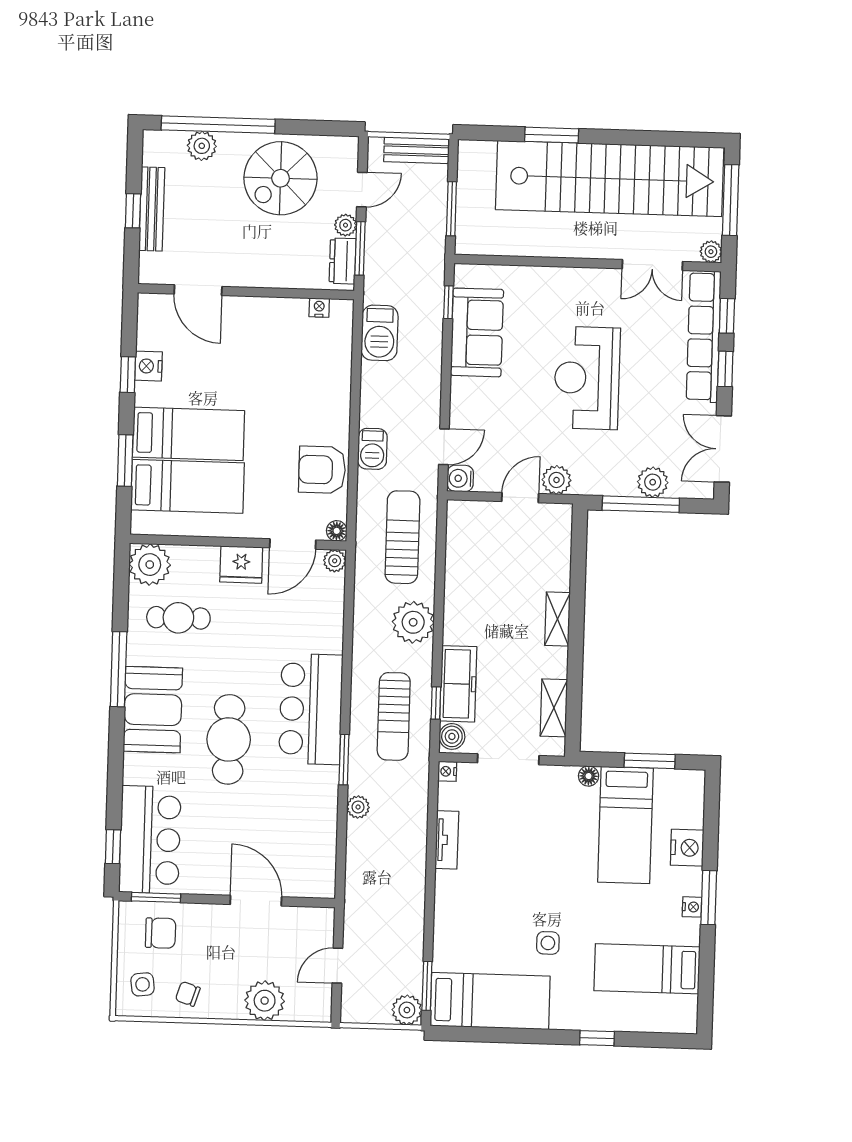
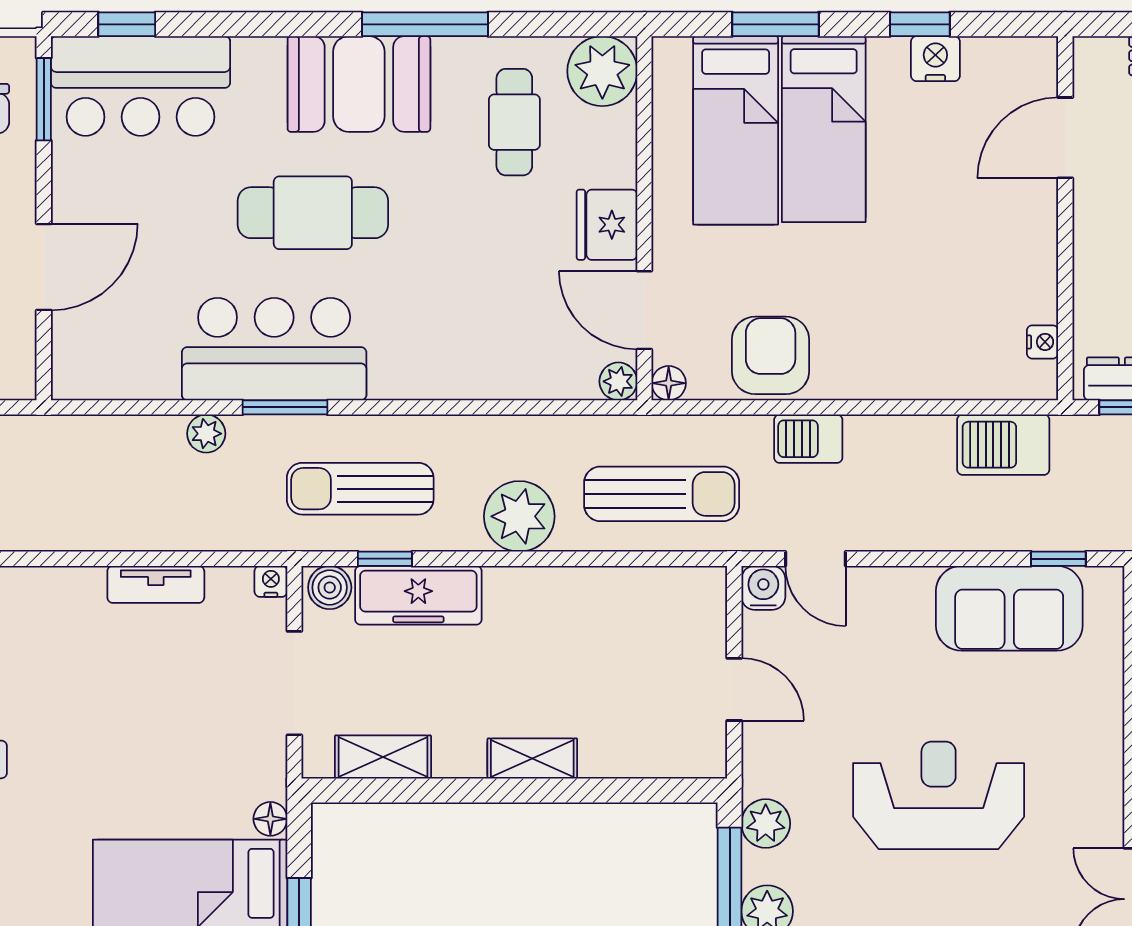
plant: (557, 480) -> (766, 823), moved
bar counter: (311, 709) -> (274, 349), moved

